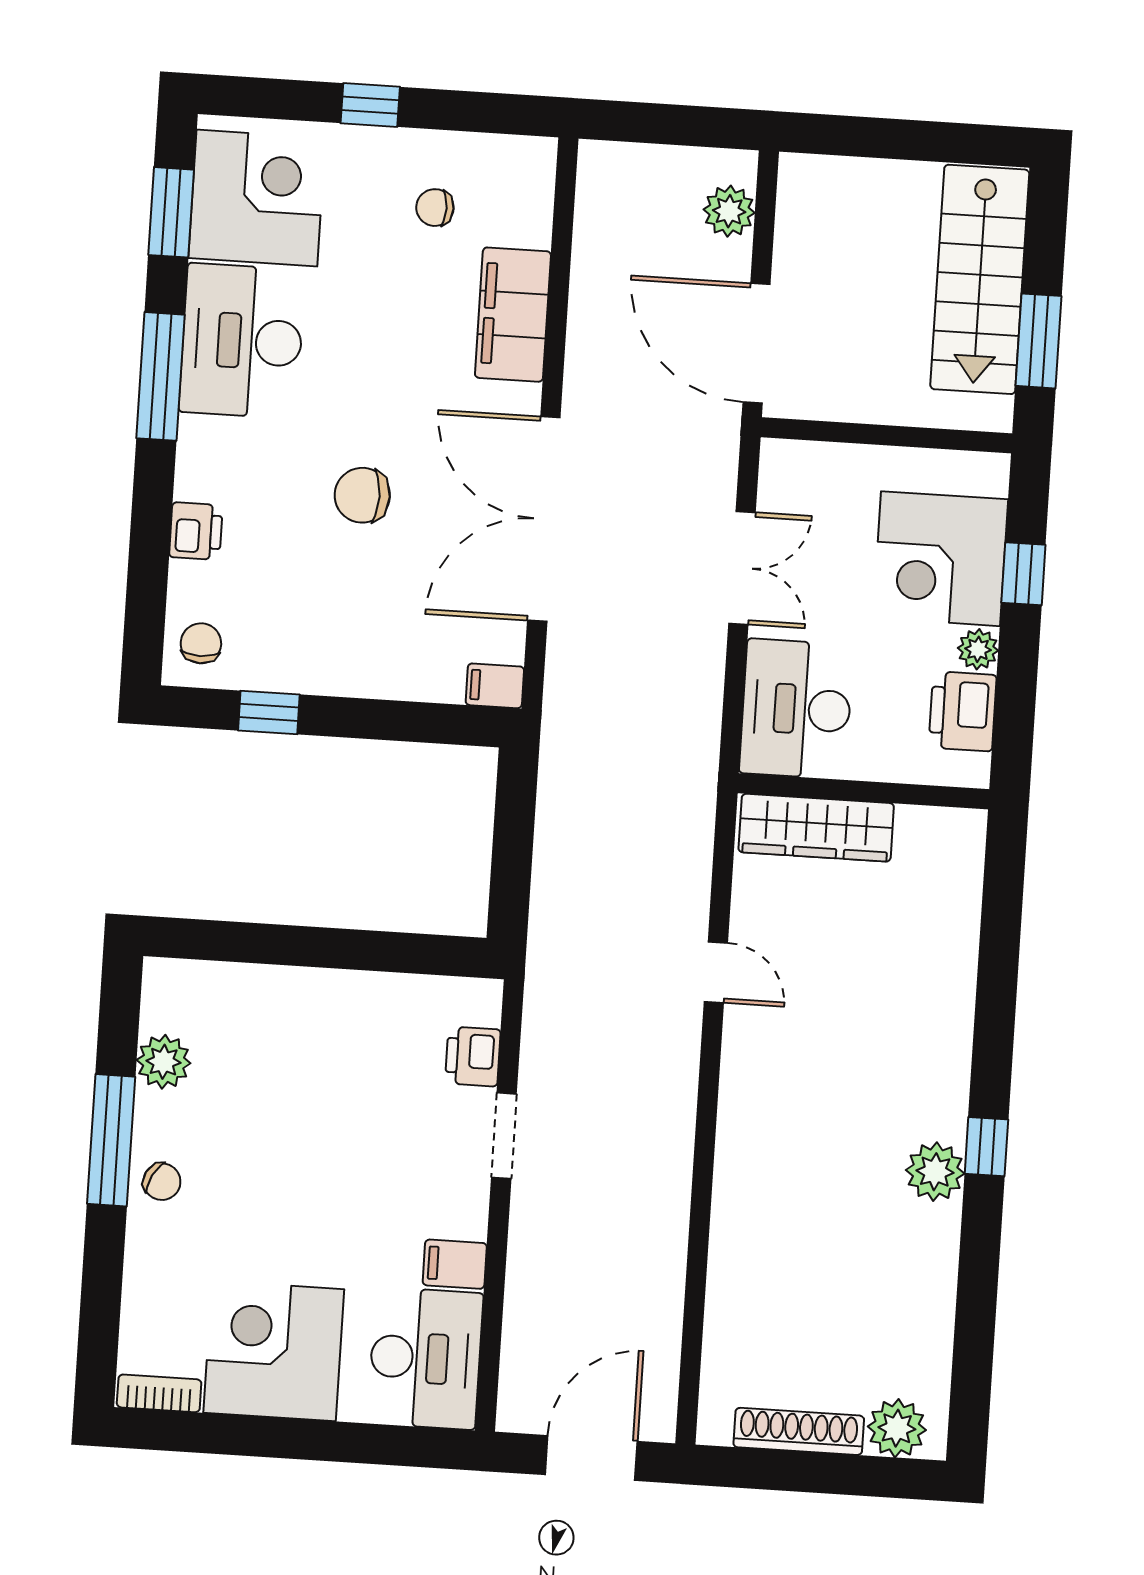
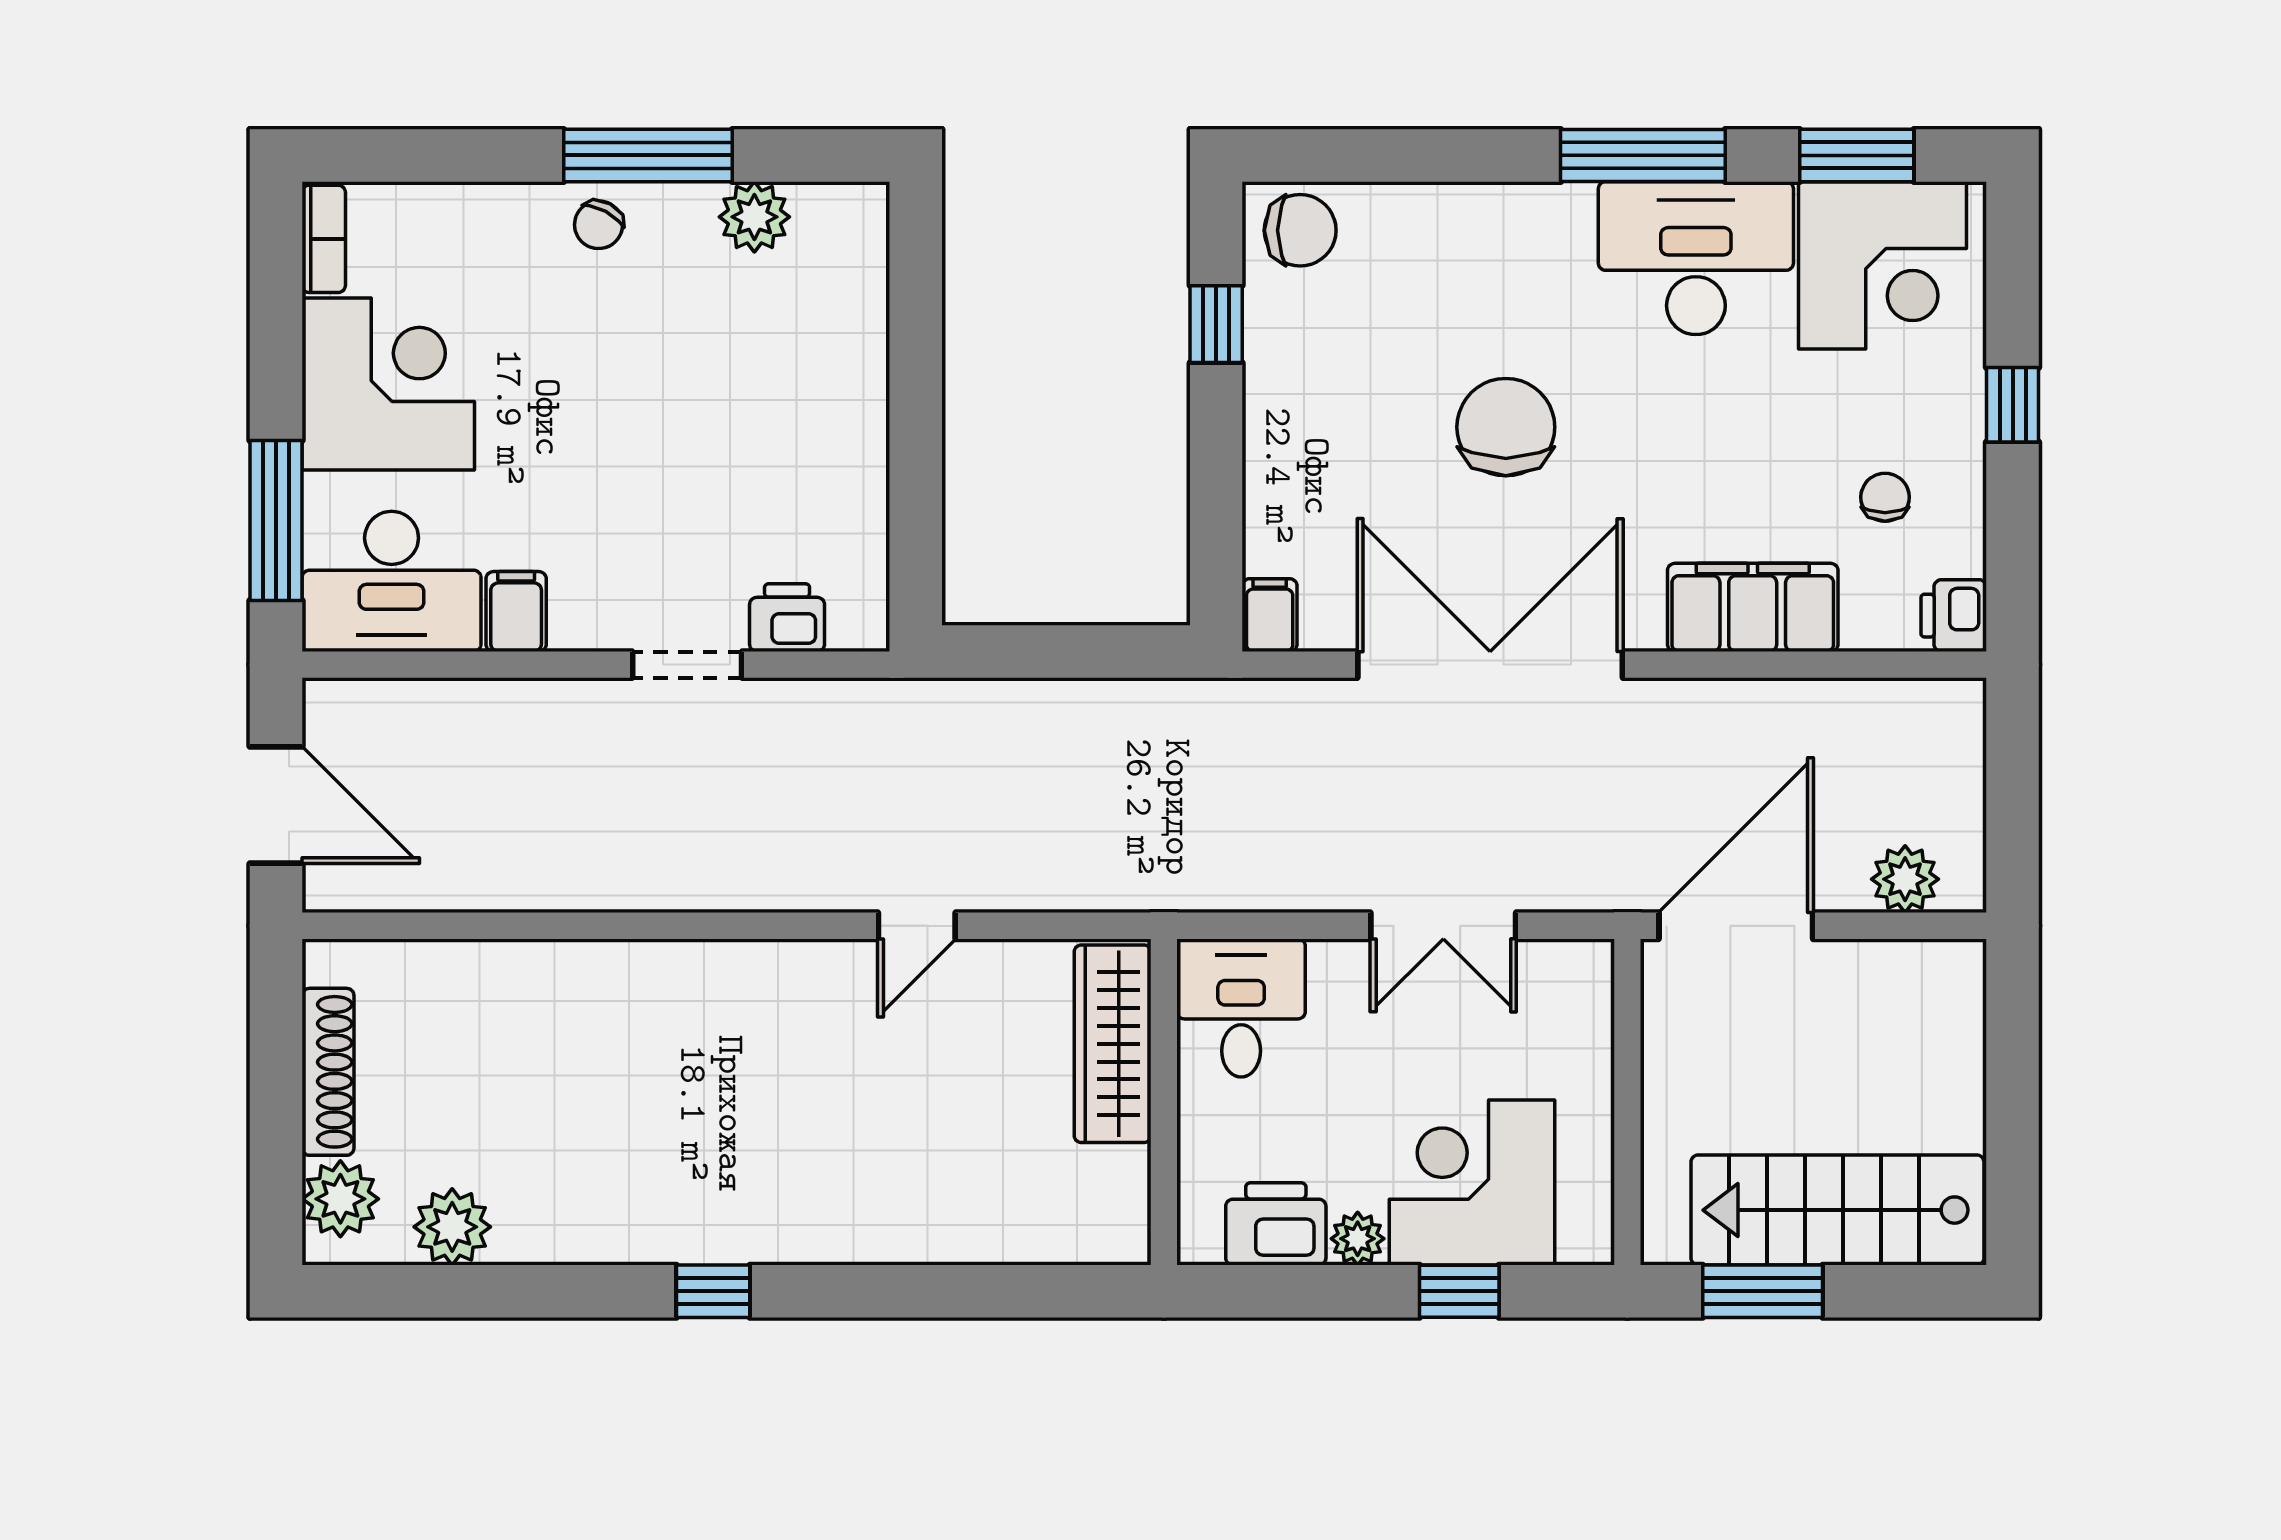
chair: (362, 495) -> (1506, 427), width x1.37, depth x1.37
printer: (196, 531) -> (1954, 616), moved, turned 90
chair: (201, 643) -> (1300, 230), width x1.37, depth x1.37
desk: (796, 709) -> (1241, 1008), width x0.73
plant: (935, 1172) -> (452, 1227), moved
window: (373, 1444) -> (276, 521), added

